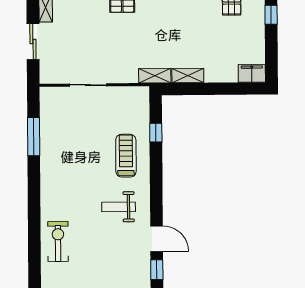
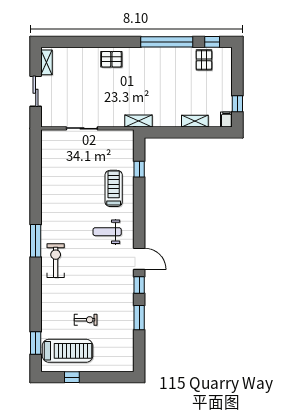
window: (271, 15) -> (237, 104), moved
filing cabinet: (252, 73) -> (226, 119), width x0.50
shelving: (188, 76) -> (195, 121), moved
window: (34, 137) -> (36, 241), moved

